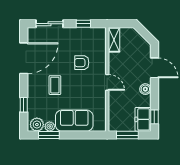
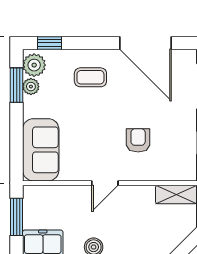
coffee table: (55, 85) -> (90, 77), moved
window: (24, 105) -> (49, 43), moved
sofa: (74, 121) -> (41, 150), moved

